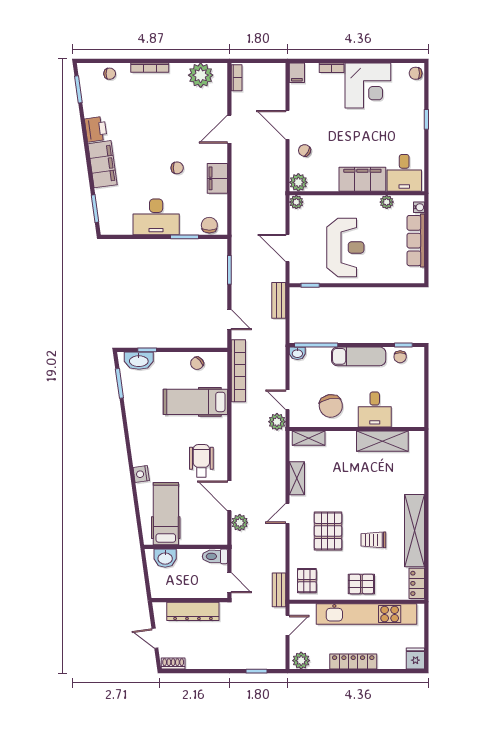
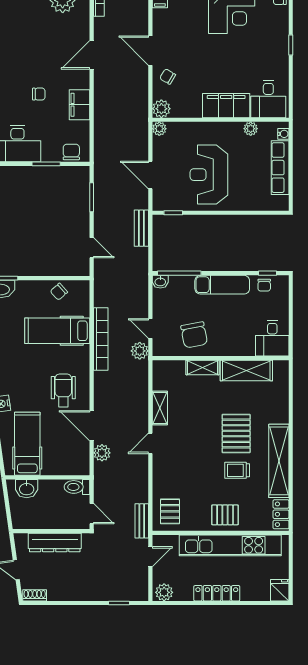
reception desk: (345, 247) -> (209, 175), turned 180
bookcase: (238, 371) -> (101, 339), moved
desk: (375, 409) -> (272, 338), moved
shelving: (309, 438) -> (203, 367), moved
pallet: (328, 531) -> (236, 434), moved

